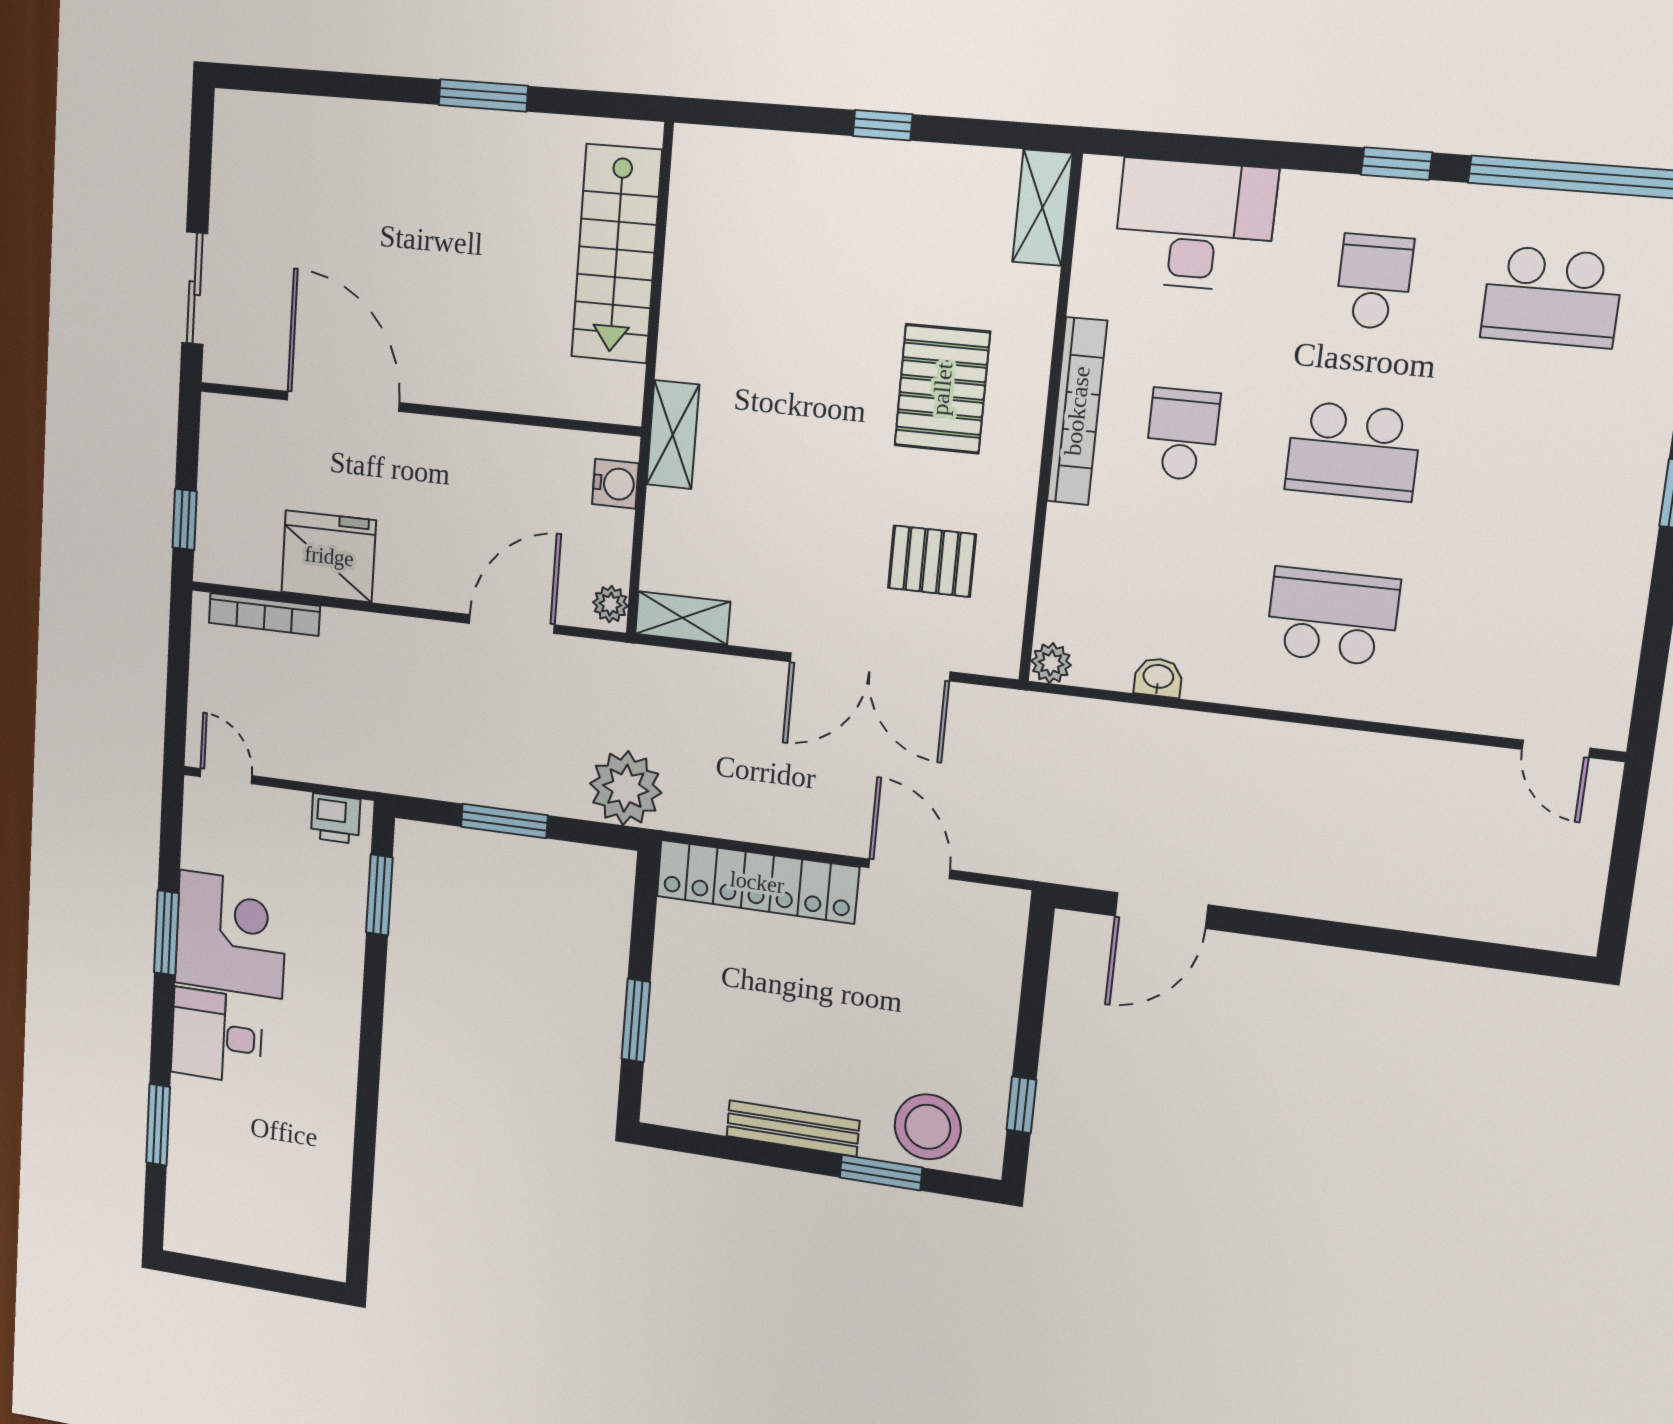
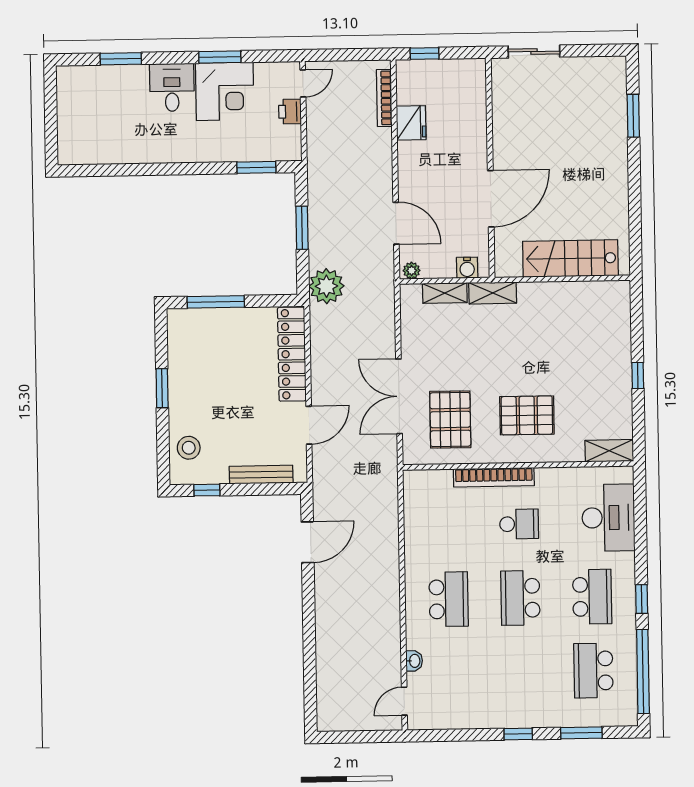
window: (483, 95) -> (633, 116), moved
school desk: (1374, 282) -> (592, 597), width x1.85
door: (343, 401) -> (491, 199), moved
bookcase: (1077, 411) -> (494, 477), moved
fridge: (329, 556) -> (411, 123), width x0.73, depth x0.75
pallet: (932, 561) -> (450, 419), width x1.50, depth x1.42
shelving: (683, 618) -> (445, 293), moved, turned 90
plant: (1051, 663) -> (412, 479), removed
washbasin: (1158, 678) -> (414, 661), moved
printer: (336, 818) -> (290, 112), moved
door: (1161, 910) -> (308, 542), swing flipped
window: (636, 1021) -> (216, 302), width x1.44
stool: (928, 1127) -> (189, 448), width x0.73, depth x0.73
bench: (793, 1128) -> (261, 475), moved, turned 90
window: (881, 1173) -> (162, 388), moved

